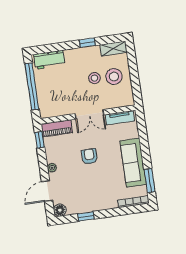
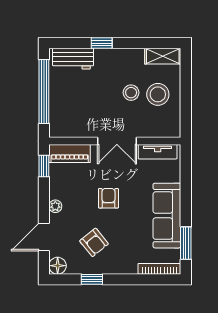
window: (87, 43) -> (102, 43), moved
armchair: (84, 190) -> (94, 242), added

